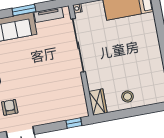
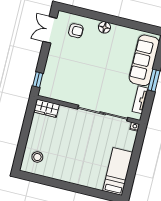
stool: (128, 97) -> (37, 157), moved

